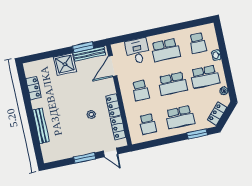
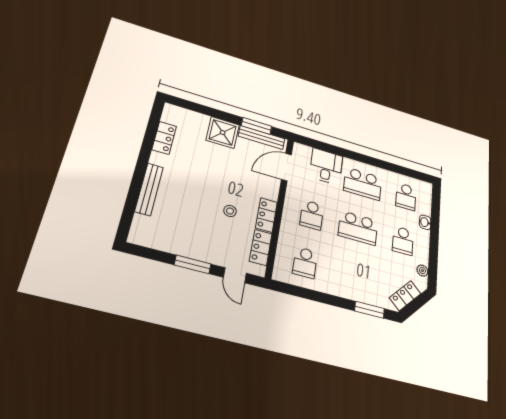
school desk: (205, 77) -> (403, 241), width x0.54
school desk: (180, 117) -> (353, 275), removed

